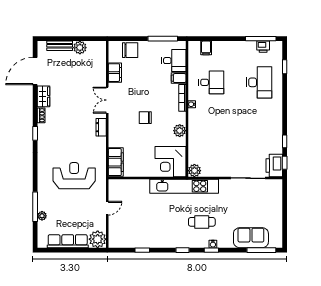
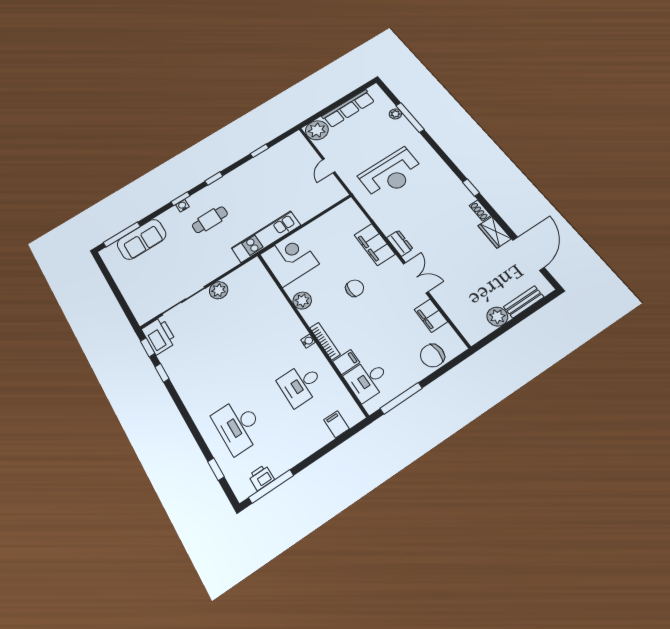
filing cabinet: (116, 162) -> (375, 244), moved
plant: (194, 171) -> (219, 290), moved
kitchen unit: (184, 186) -> (266, 237), width x0.73

